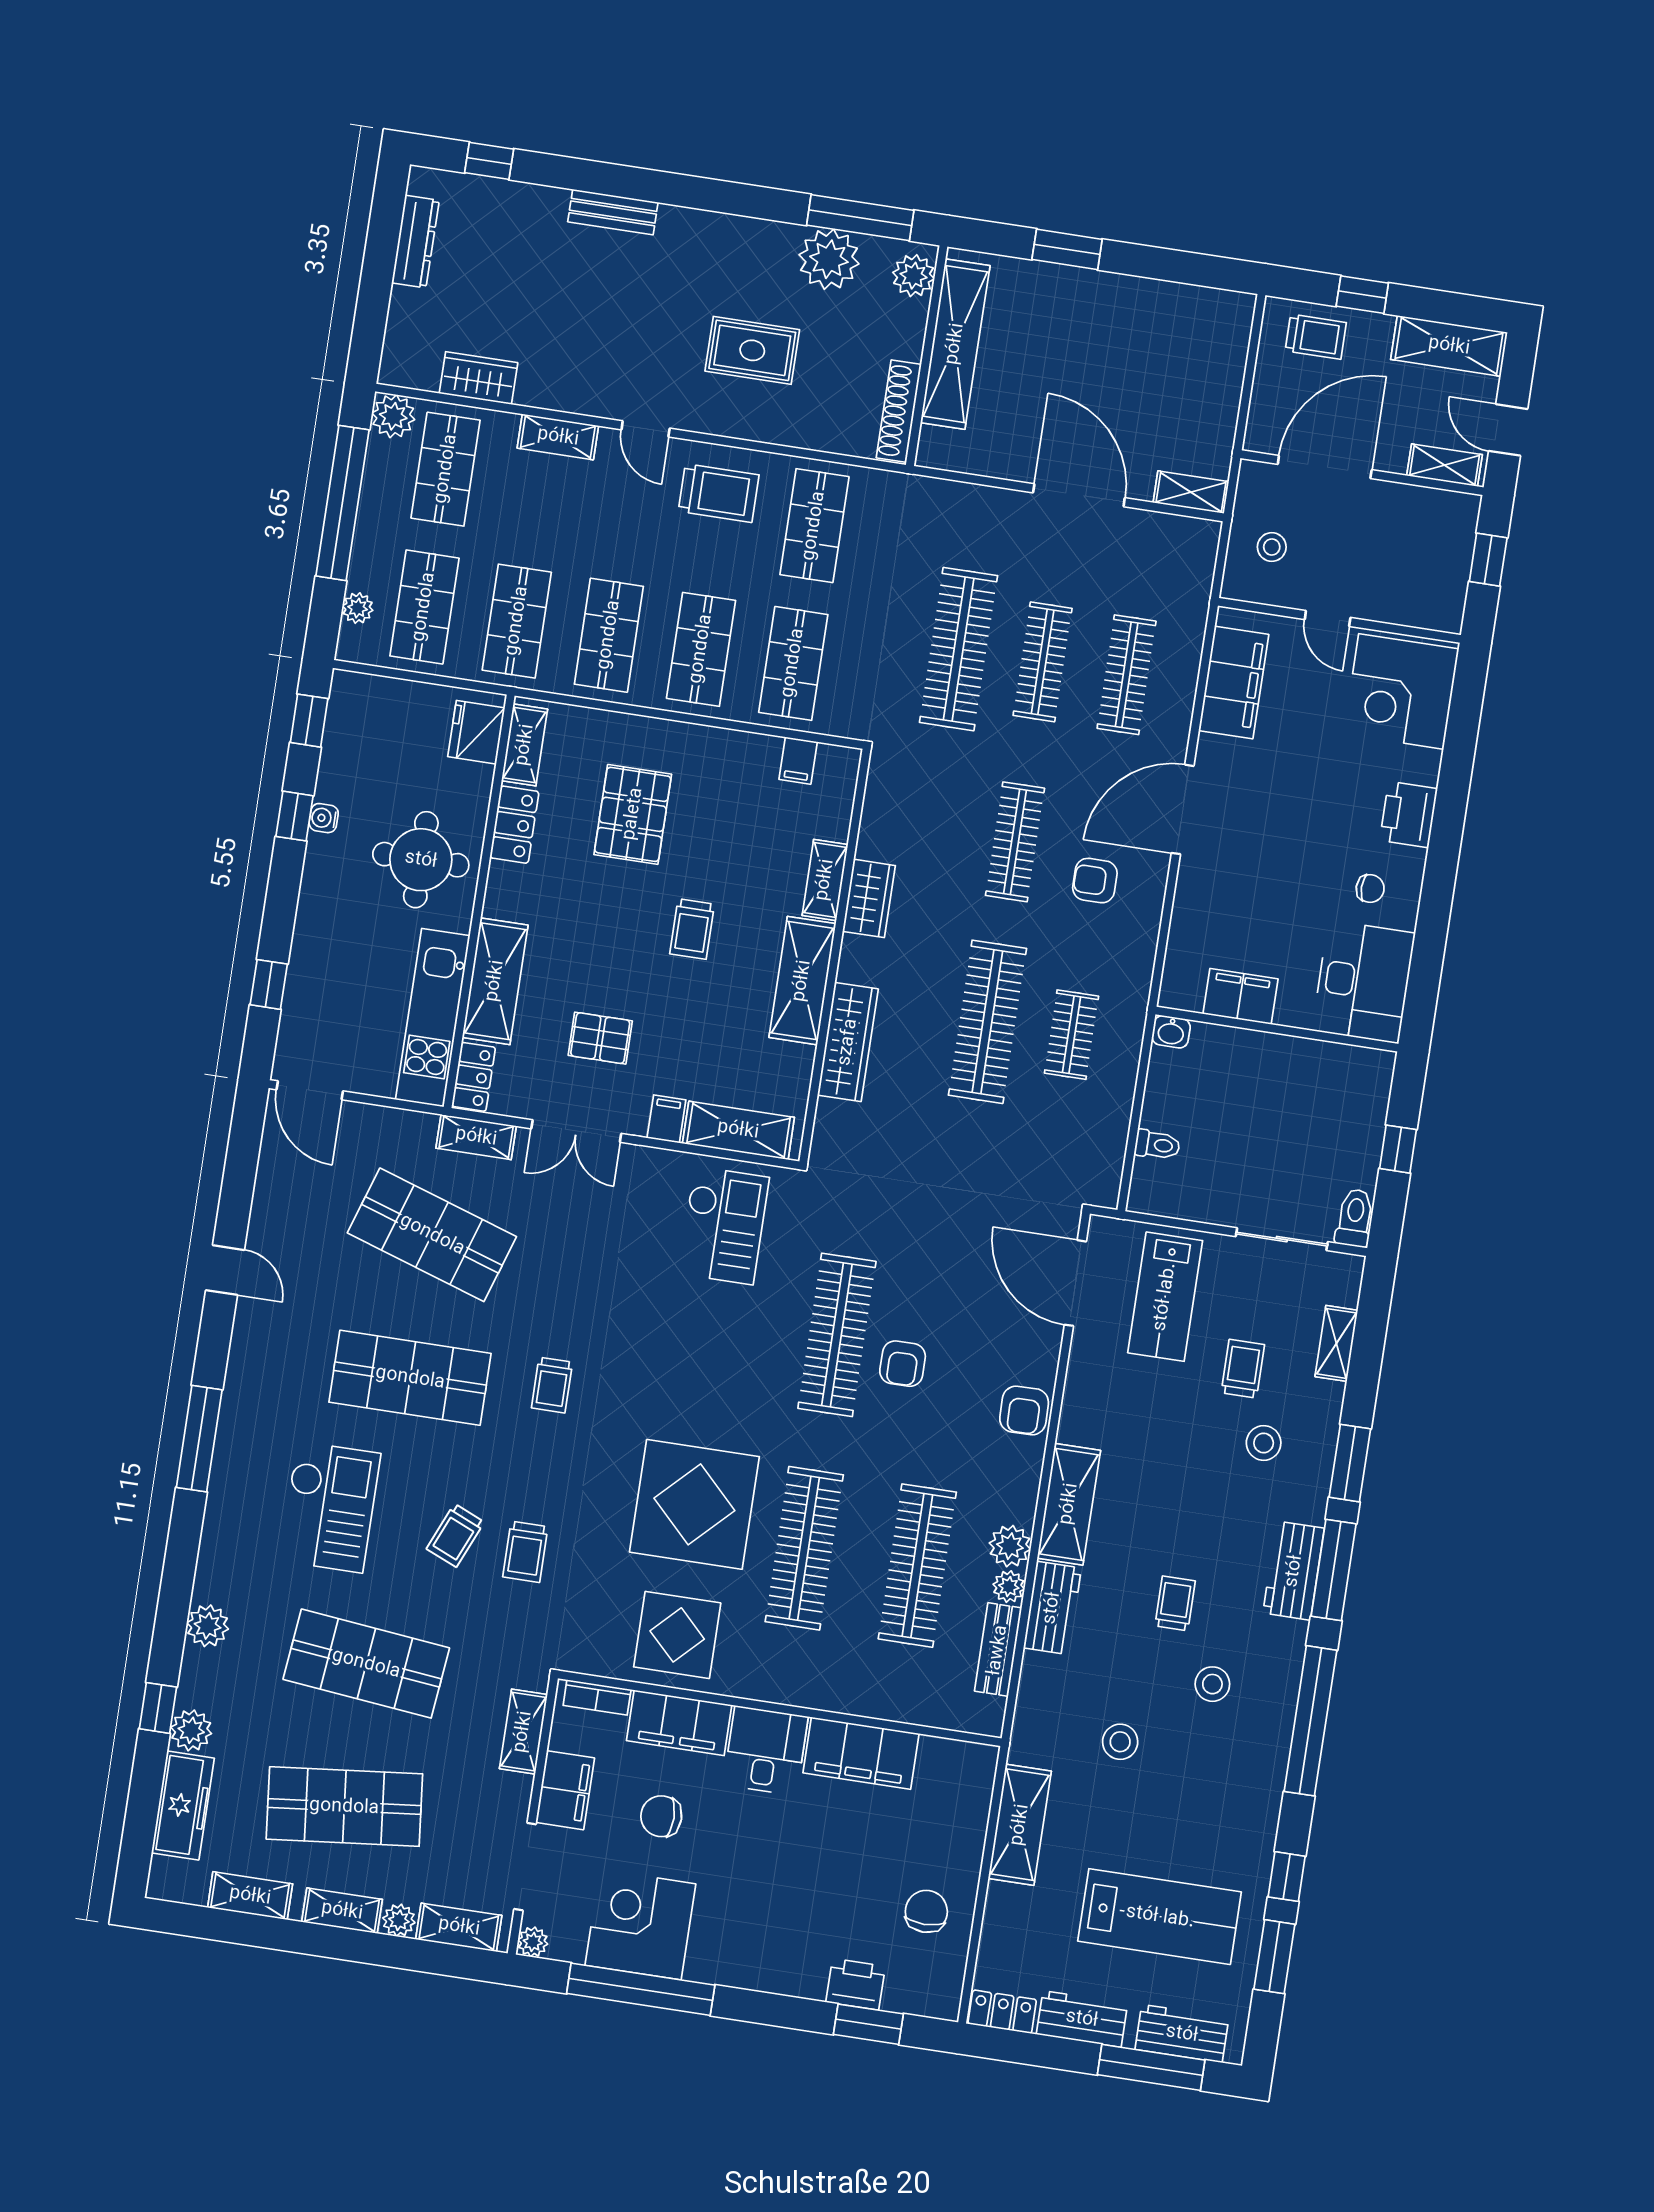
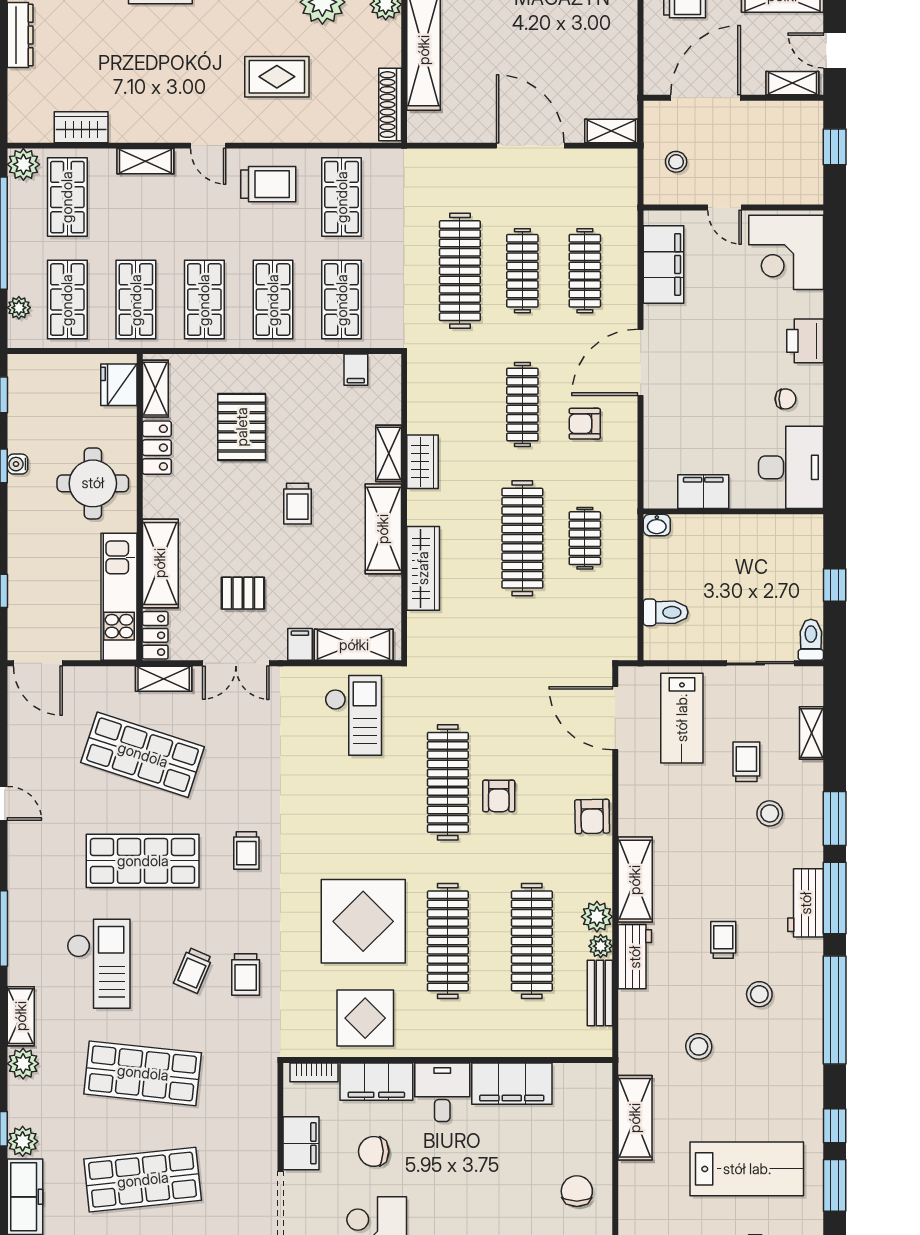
toilet: (1157, 1145) -> (666, 612), width x1.37, depth x1.39
shelving: (523, 1732) -> (21, 1016), moved

